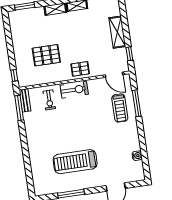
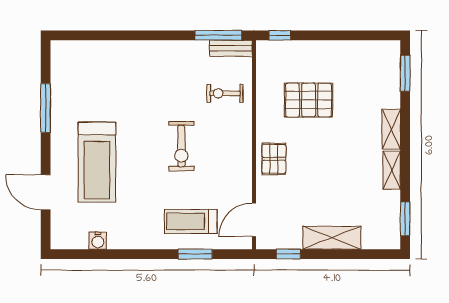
pallet: (46, 55) -> (309, 100), turned 90
exercise bike: (74, 90) -> (181, 146), moved
window: (137, 103) -> (195, 254), width x0.69
treadmill: (75, 162) -> (97, 162), moved, turned 180

